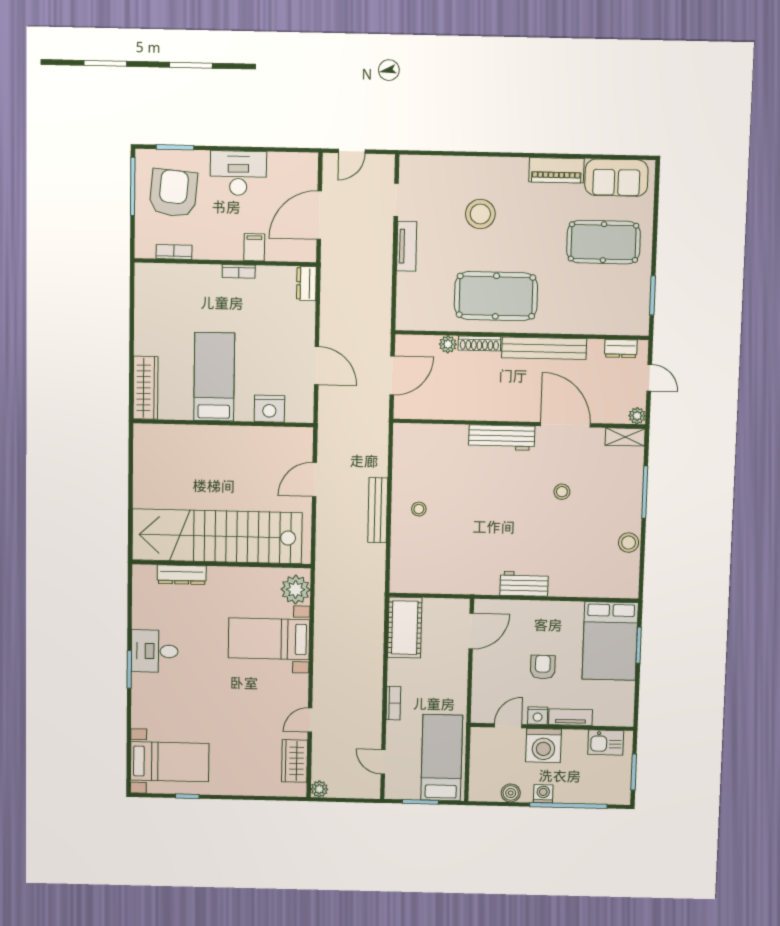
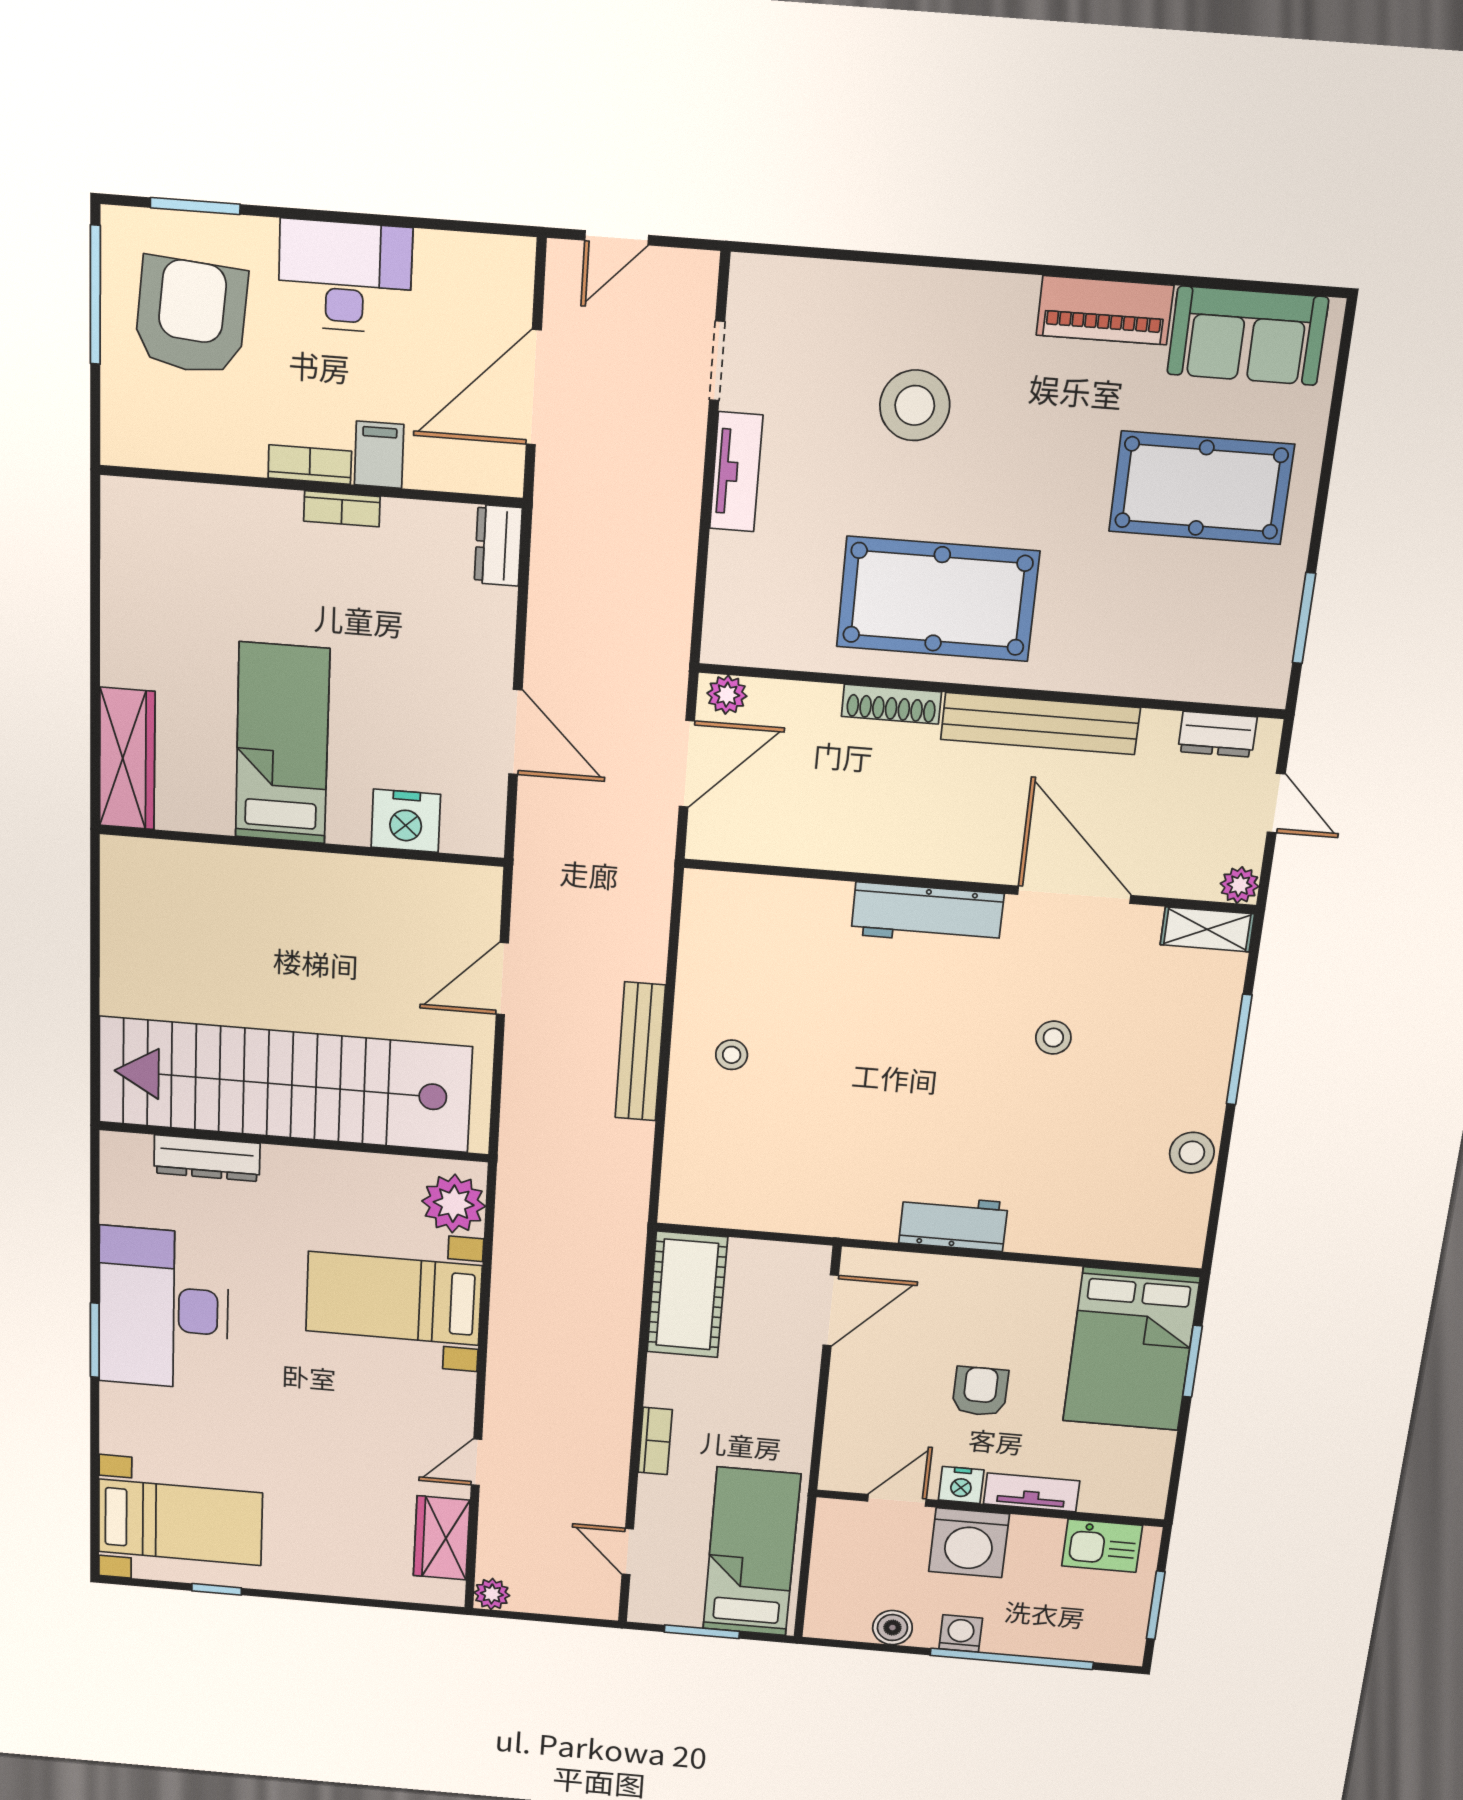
bookcase: (174, 252) -> (310, 465), moved
plant: (448, 344) -> (727, 695), moved
desk: (155, 651) -> (163, 1309), width x1.87, depth x1.30

